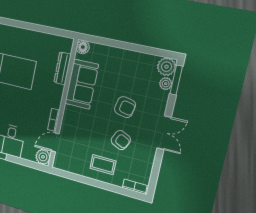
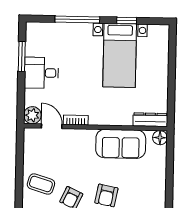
dresser: (63, 68) -> (150, 120), moved
coffee table: (103, 165) -> (41, 184), turned -73

